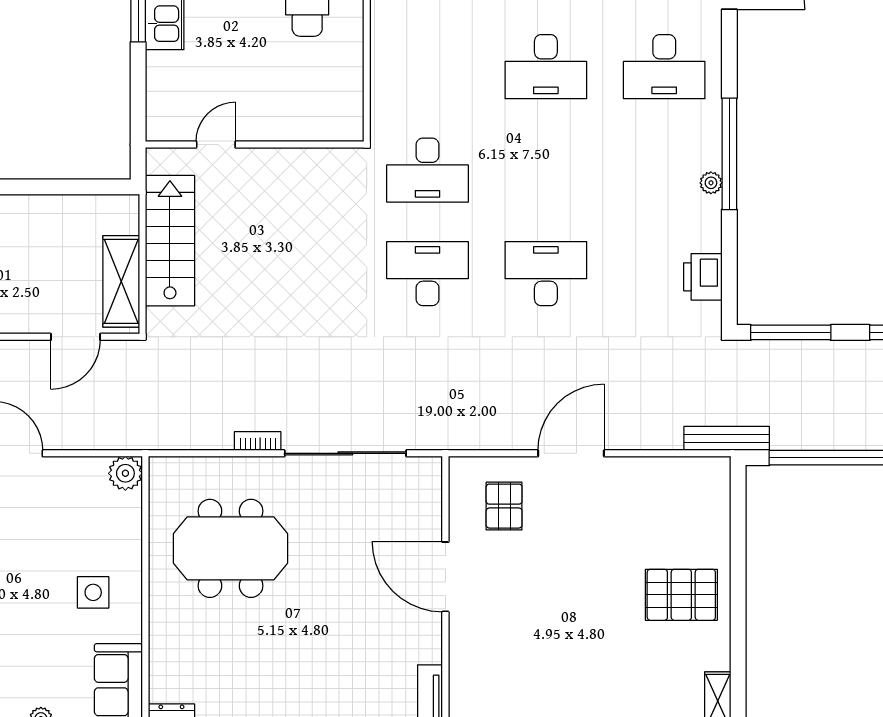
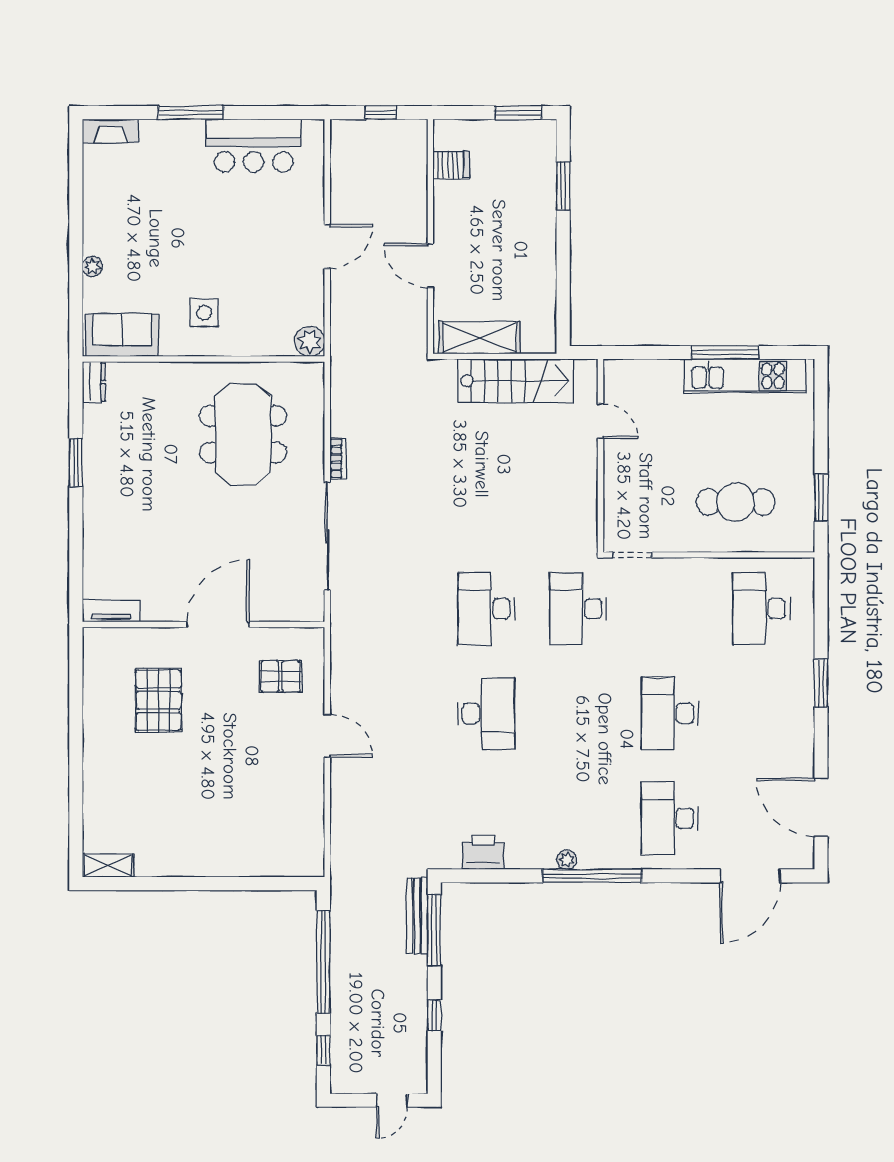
doorway: (367, 109) -> (632, 555), added
desk: (428, 274) -> (486, 609), turned 180
door: (75, 337) -> (430, 266), moved
bench: (727, 438) -> (417, 916), moved
door: (571, 453) -> (327, 736), width x0.73
pallet: (681, 595) -> (158, 700), moved

